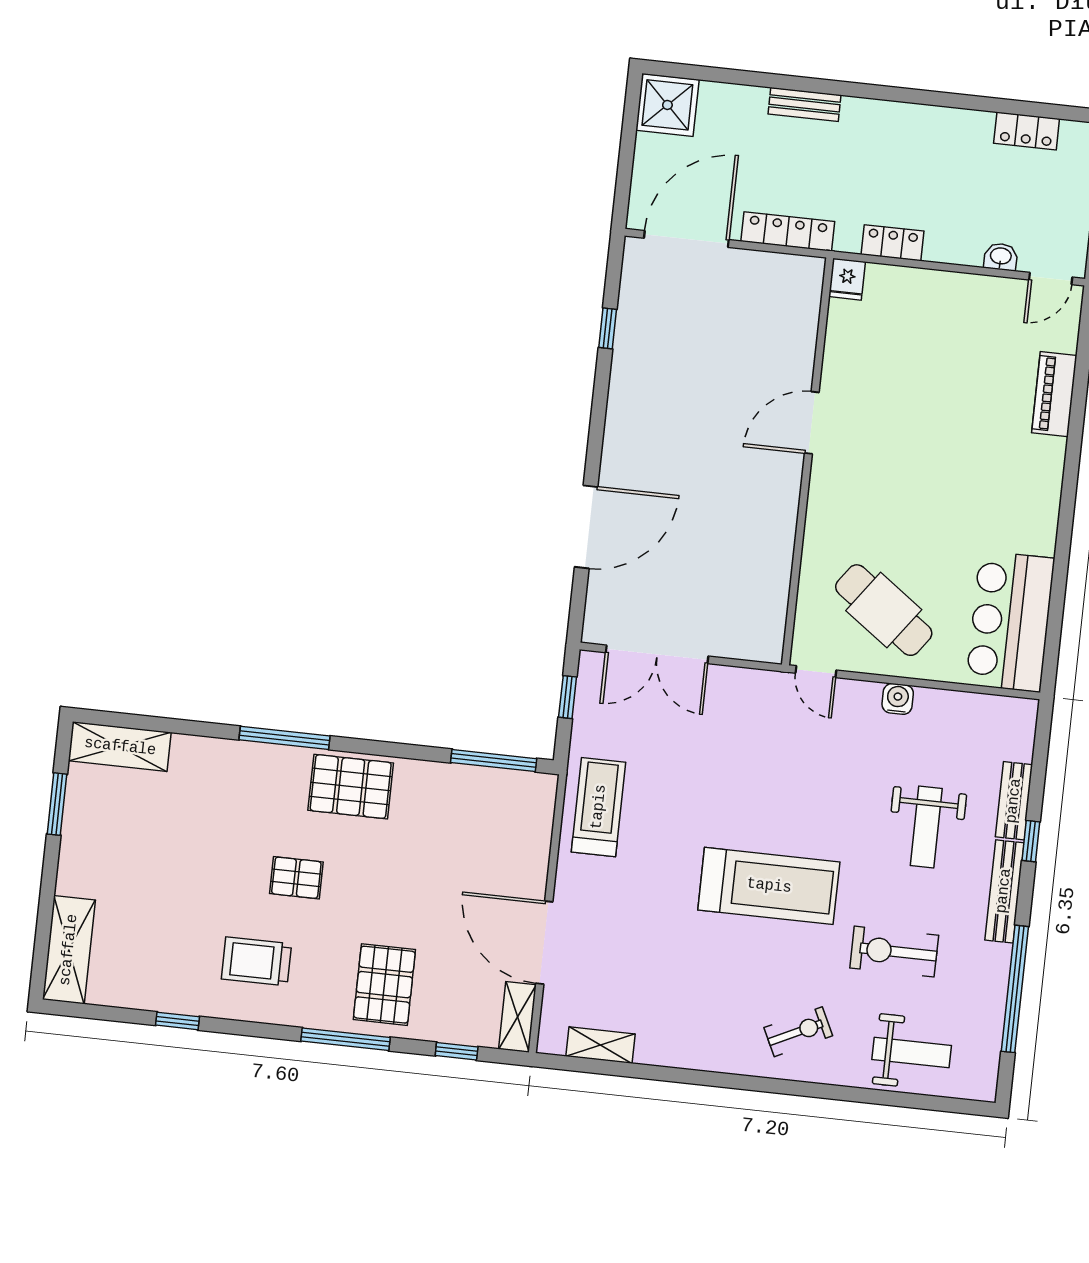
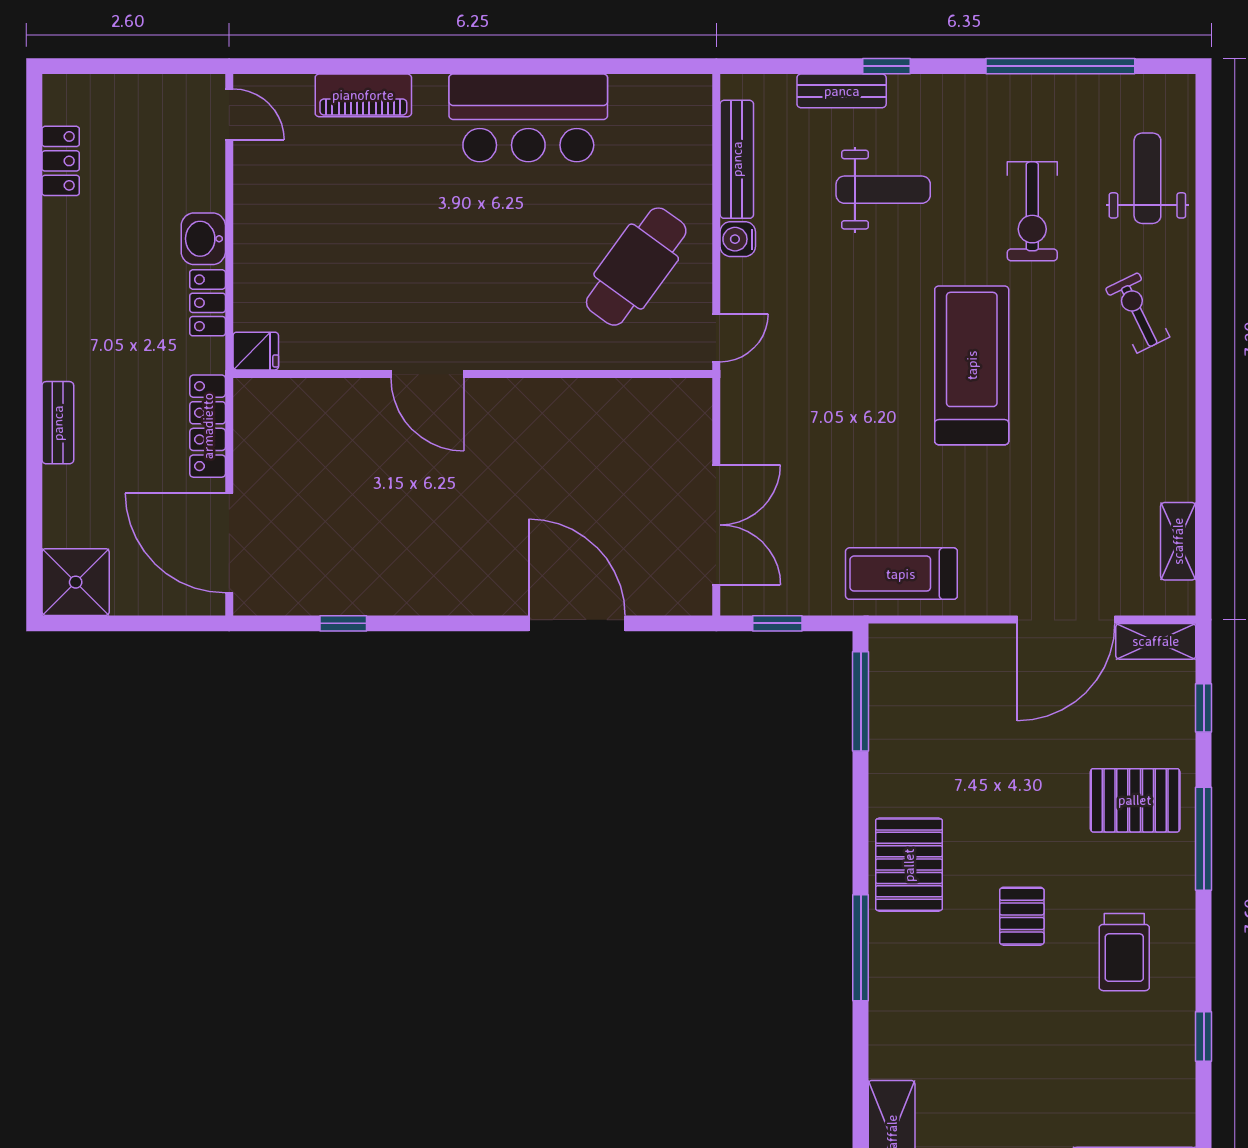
washbasin: (1001, 257) -> (203, 239), moved, width x1.38, depth x1.45
bar counter: (1010, 621) -> (528, 118), moved
bench: (1004, 891) -> (737, 159), moved, turned 90

